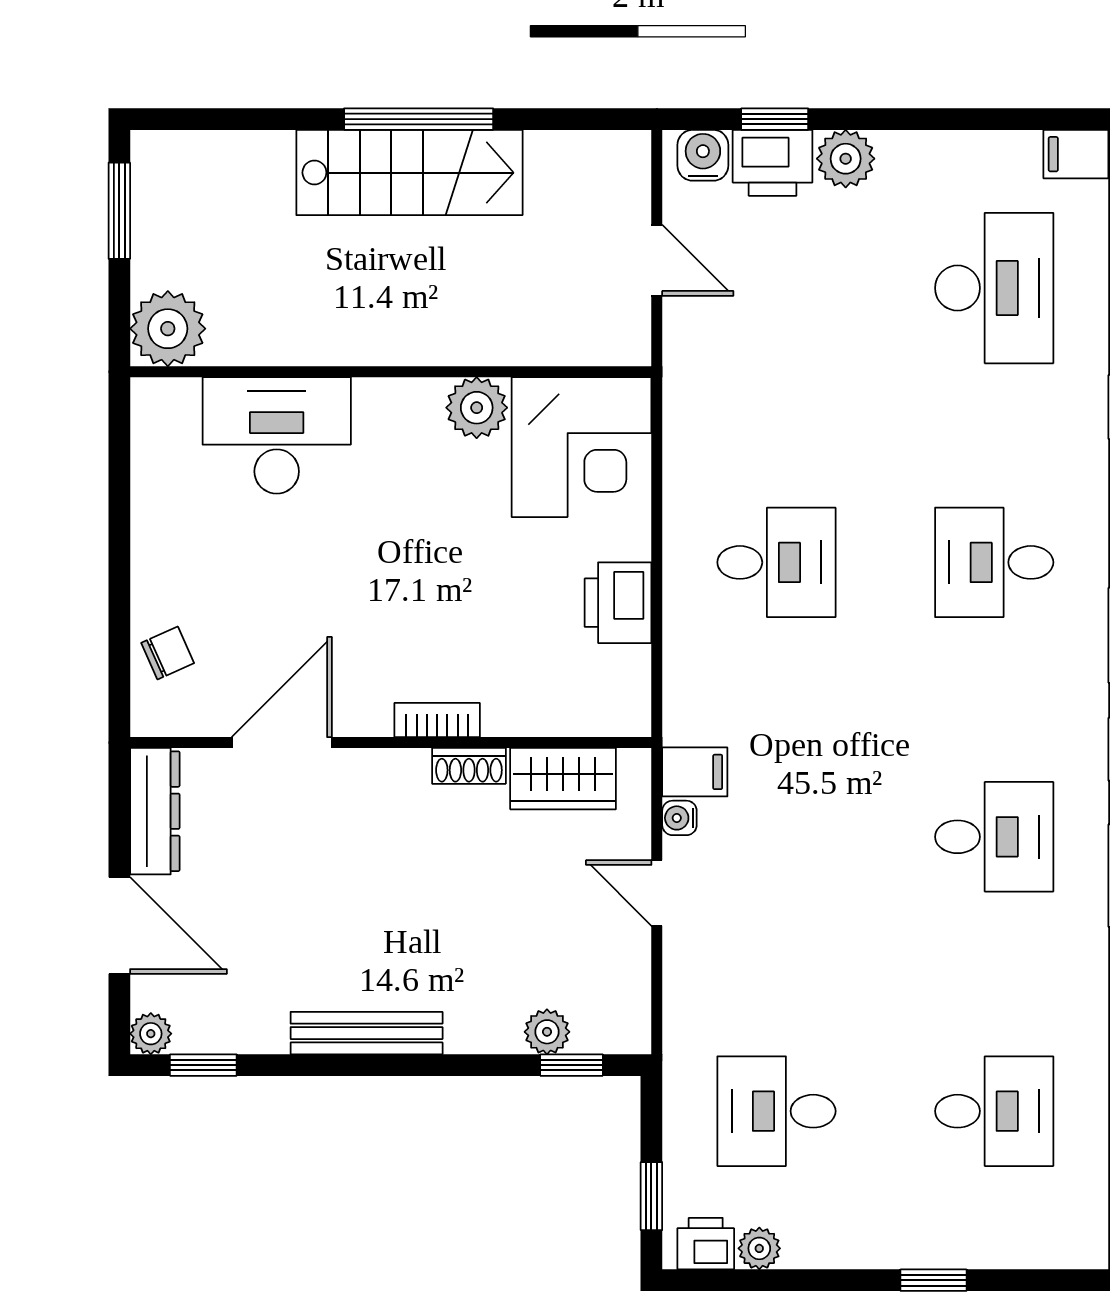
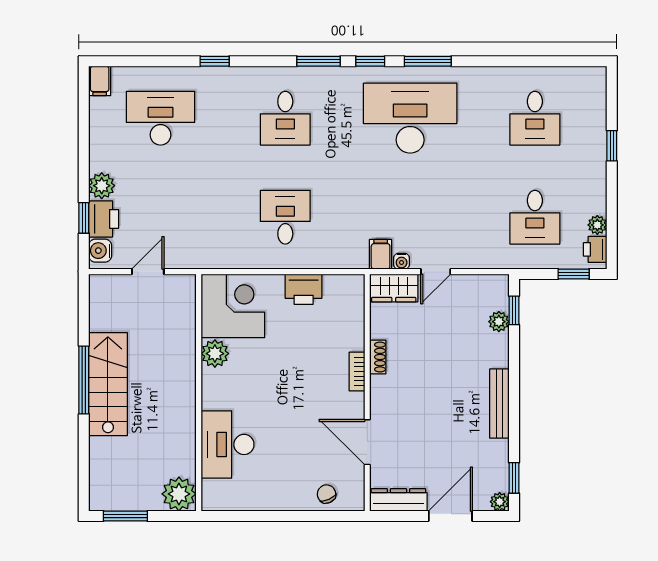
wardrobe: (563, 779) -> (394, 288), moved, turned 90
desk: (994, 837) -> (410, 118), width x1.87, depth x1.30
desk: (994, 1111) -> (535, 118), turned 180

